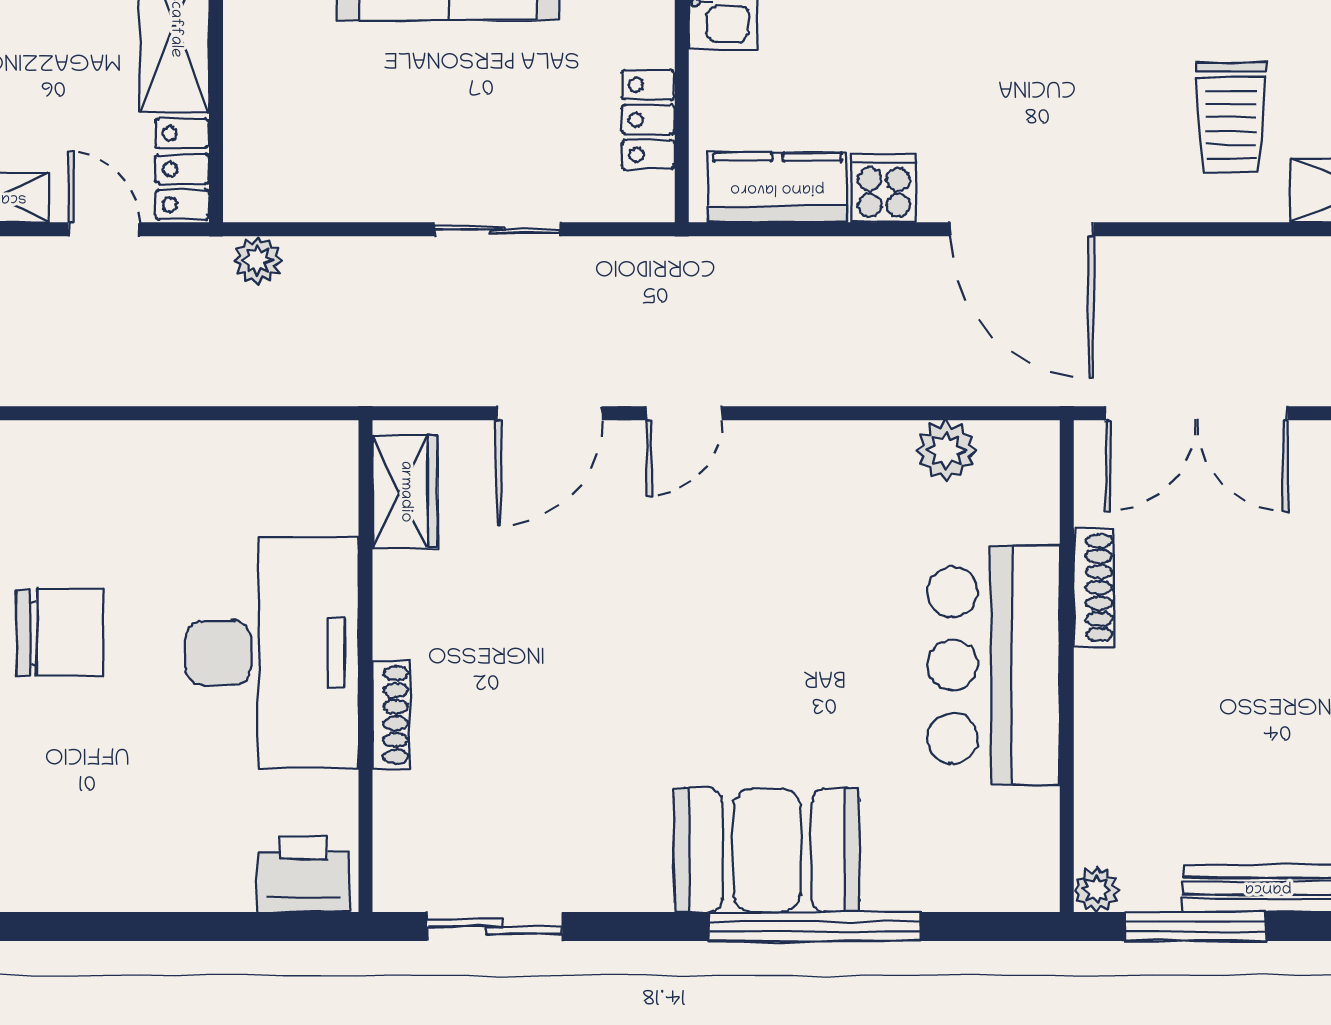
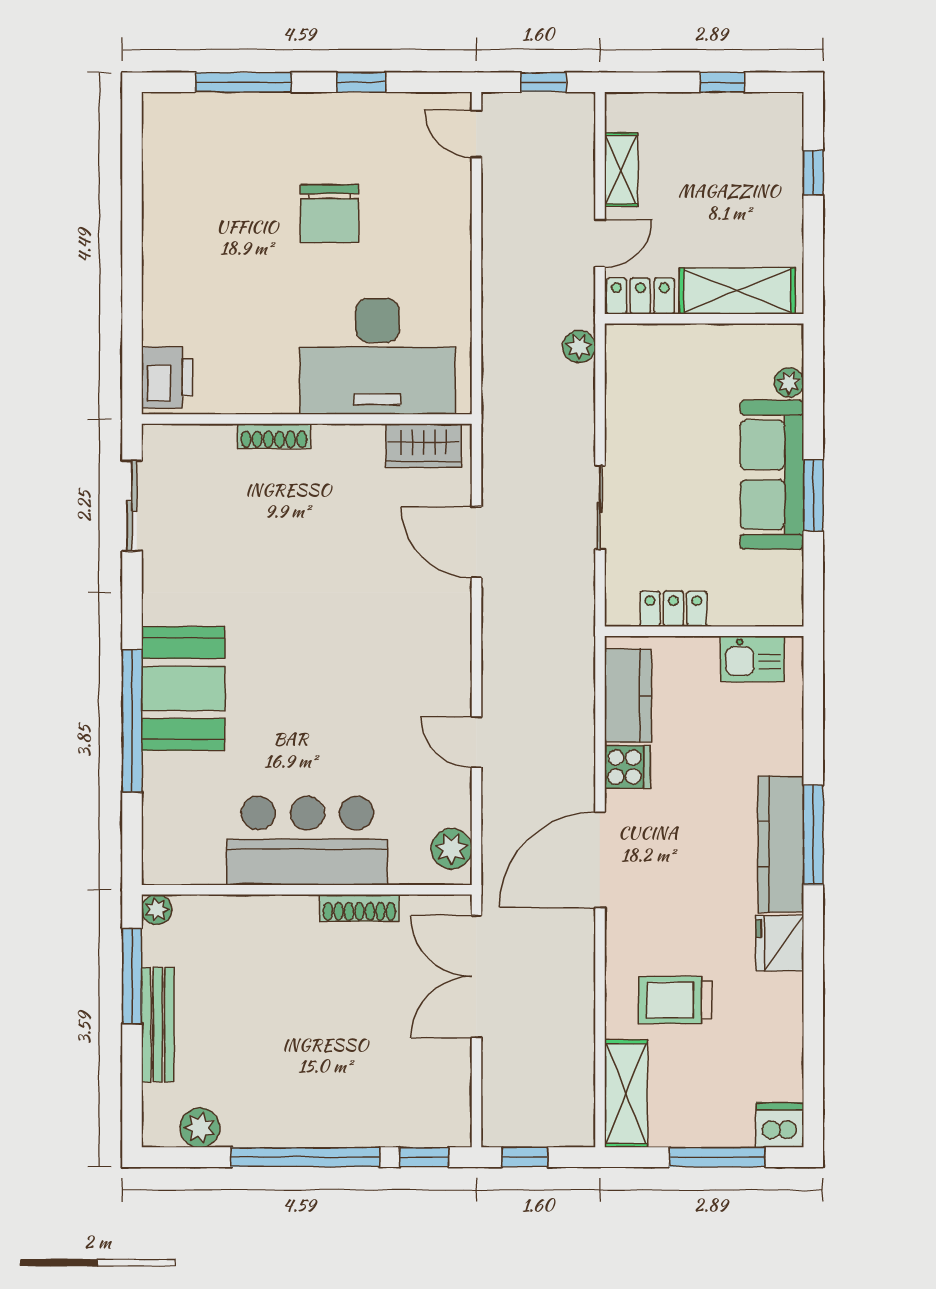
door: (684, 413) -> (476, 742), moved
plant: (946, 450) -> (451, 849), moved
desk: (272, 653) -> (377, 356), moved

